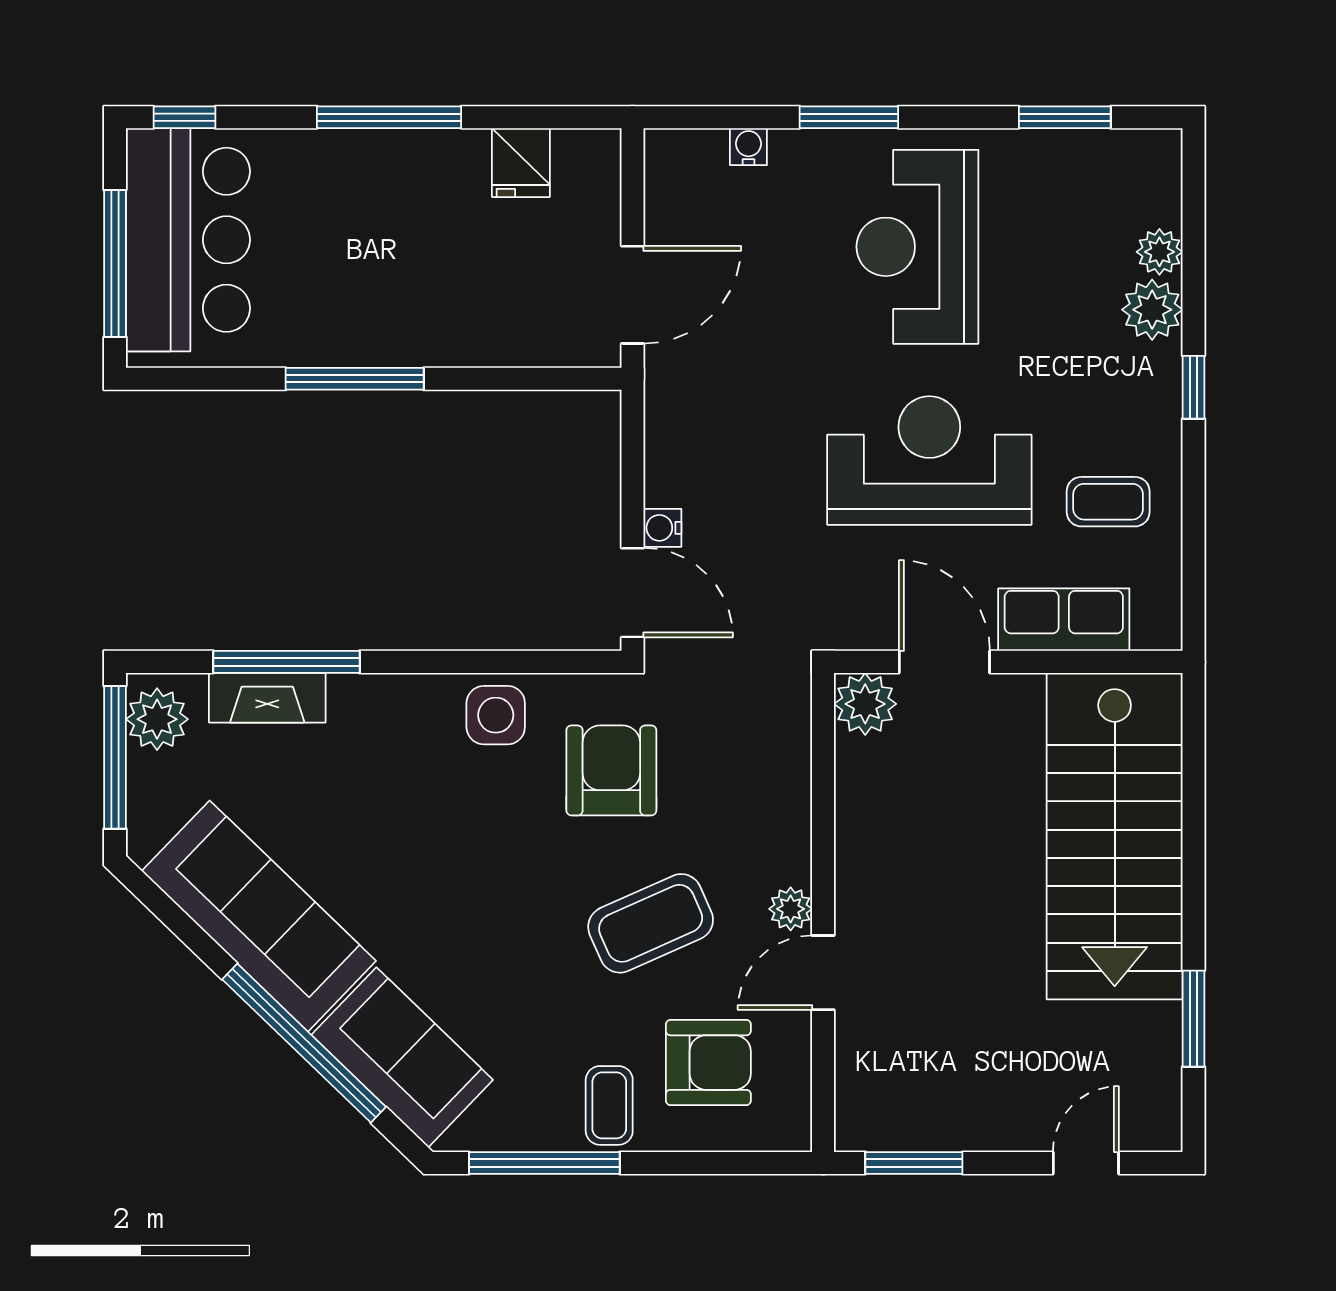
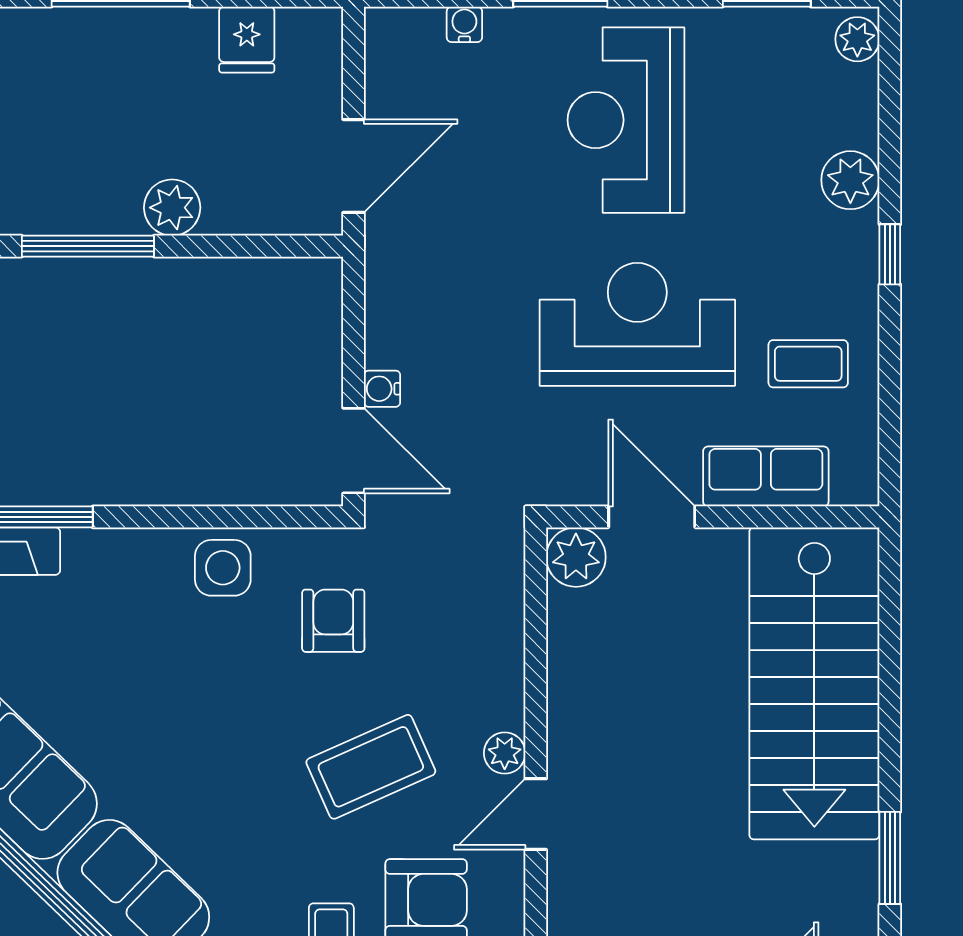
plant: (1159, 252) -> (857, 39), moved
plant: (443, 338) -> (172, 208), added
armchair: (611, 770) -> (333, 621), width x0.72, depth x0.72

